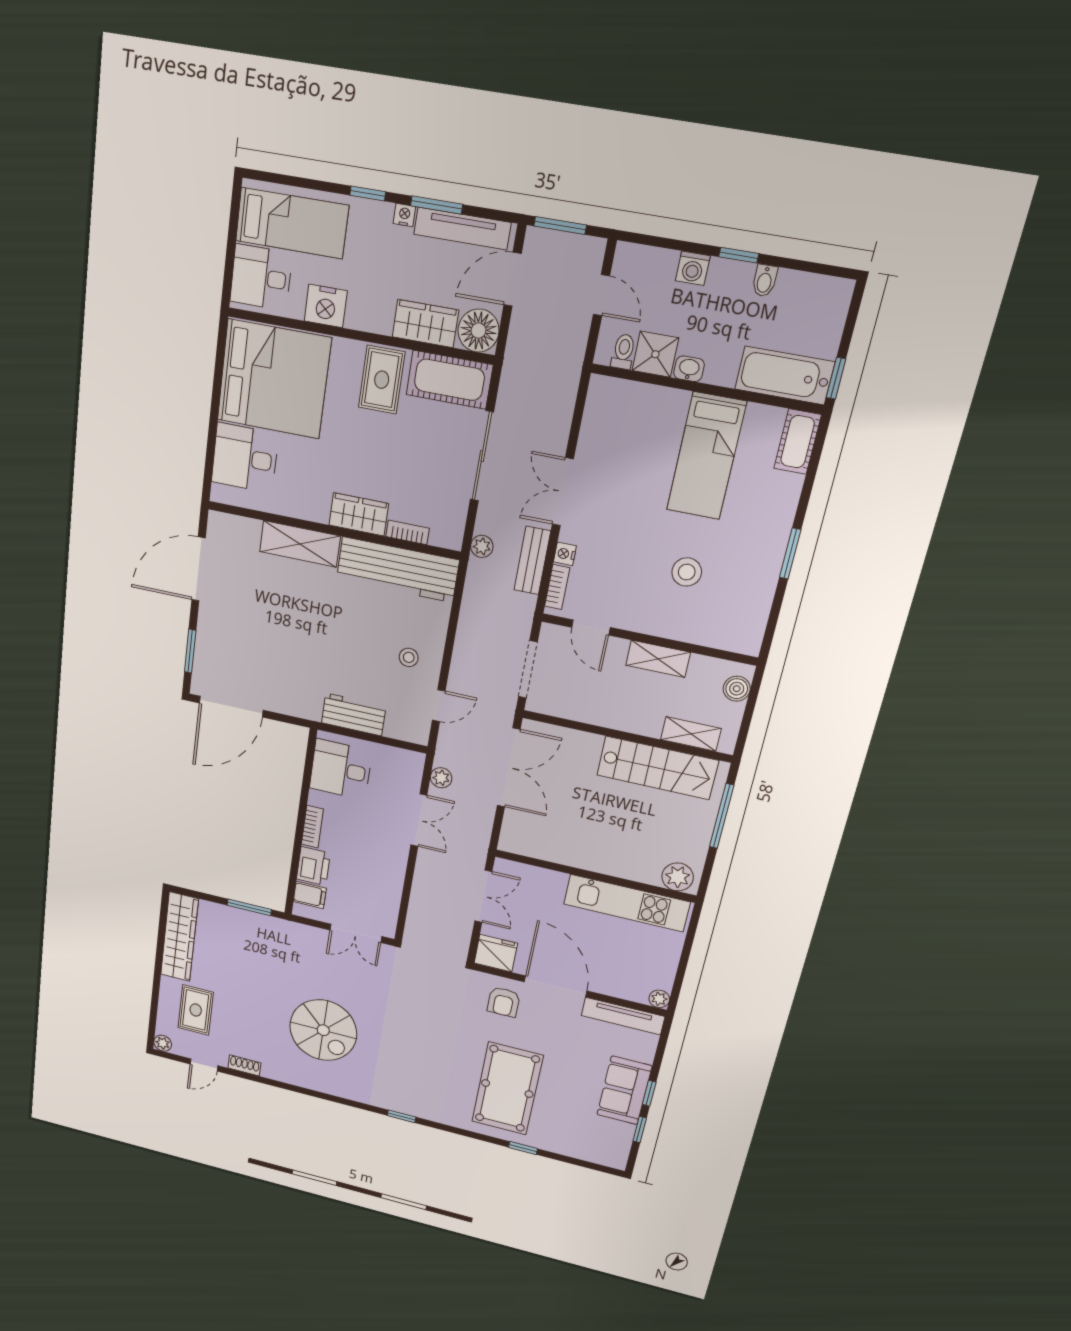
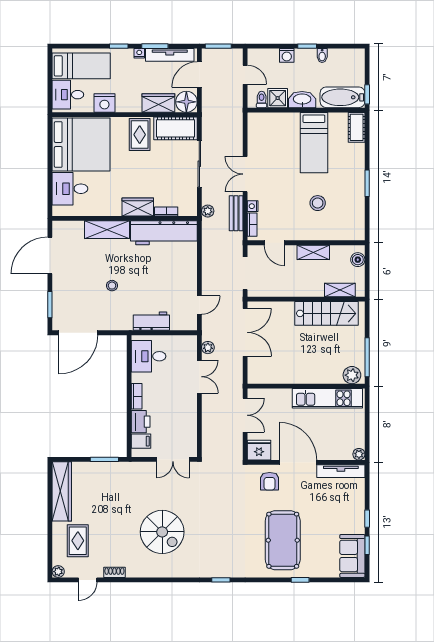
washbasin: (689, 369) -> (302, 100), width x1.91, depth x1.45
stool: (409, 657) -> (112, 286), moved
window: (722, 816) -> (367, 357), moved
sofa: (624, 1090) -> (352, 556), moved

